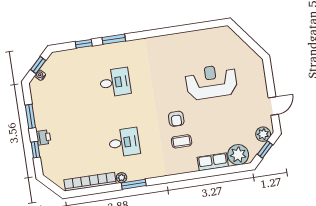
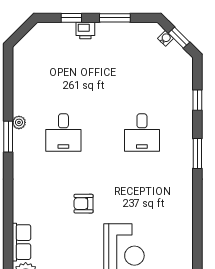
window: (114, 39) -> (197, 153), moved
coffee table: (182, 141) -> (54, 206), removed
bookcase: (90, 182) -> (20, 81), removed

